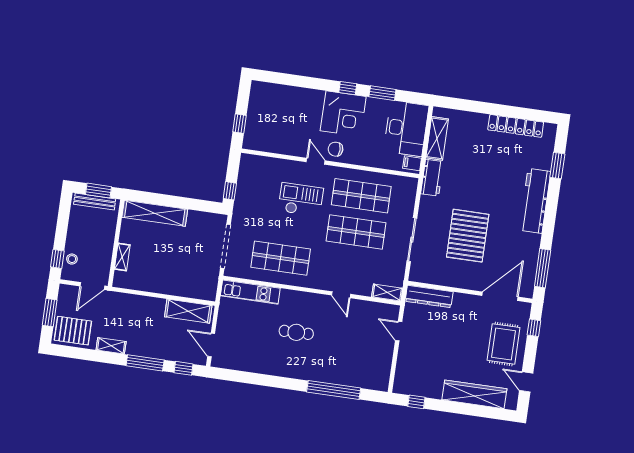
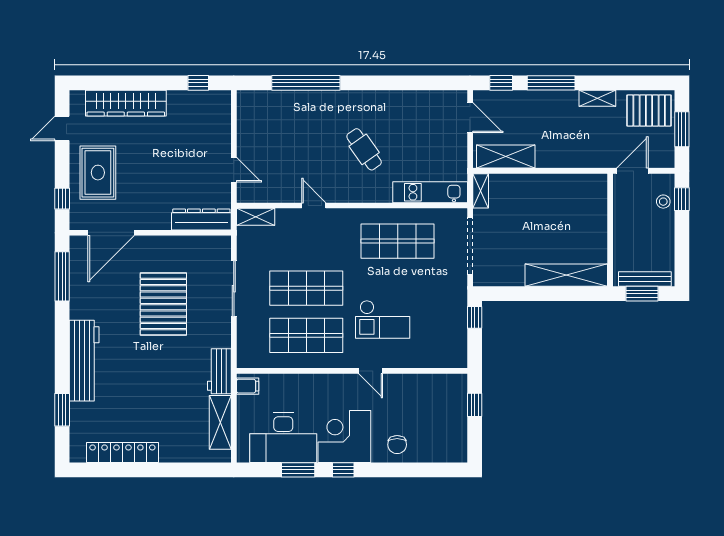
desk: (406, 128) -> (283, 438), moved, turned -90
chair: (336, 149) -> (397, 445), moved, turned 90
shelving: (122, 257) -> (481, 191), moved
cafe table: (296, 332) -> (364, 149), turned 56
door: (526, 382) -> (62, 128), swing flipped

